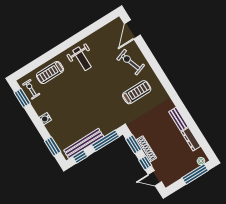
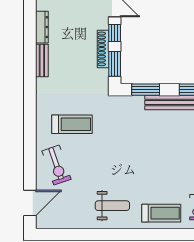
weight bench: (82, 59) -> (112, 206), turned 90
treadmill: (137, 92) -> (72, 124), turned 180
window: (105, 141) -> (146, 90), width x0.69

